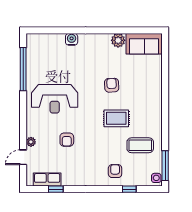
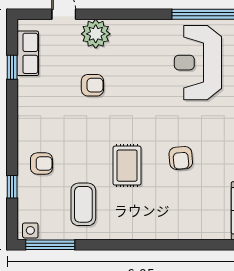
armchair: (112, 85) -> (181, 158), turned 88
reception desk: (55, 99) -> (198, 63), moved
armchair: (67, 140) -> (92, 85), turned 180
plant: (31, 142) -> (96, 34), width x1.88, depth x1.88

